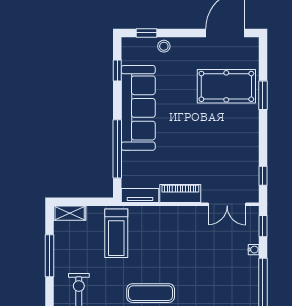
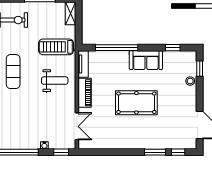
pool table: (226, 86) -> (136, 103), moved, turned 90
sofa: (138, 108) -> (146, 60), width x0.54, depth x0.79
window: (263, 176) -> (178, 152), moved
double door: (227, 204) -> (77, 126), swing flipped
weight bench: (163, 235) -> (55, 81), added

